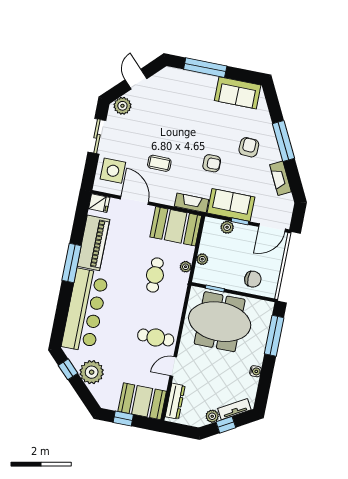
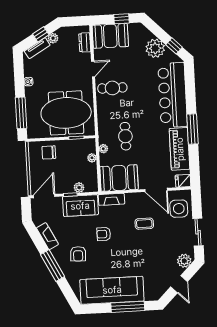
sofa: (238, 93) -> (112, 290), width x1.85, depth x1.27
dresser: (175, 401) -> (85, 42), width x0.70

